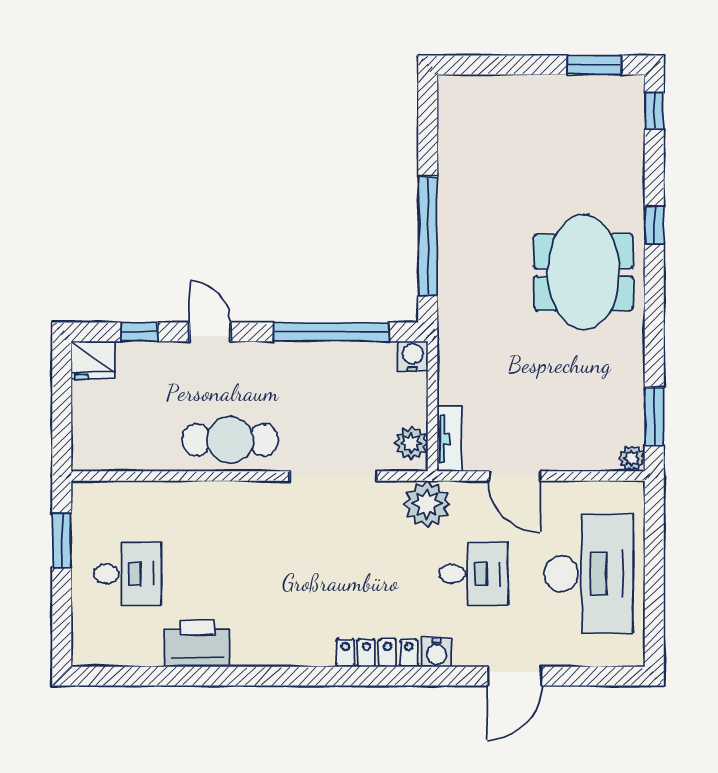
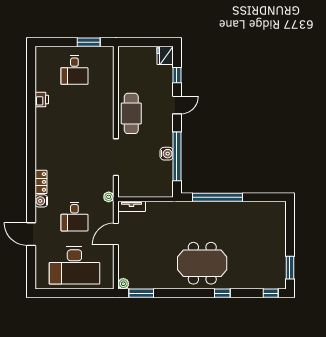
water cooler: (413, 356) -> (167, 154), moved
plant: (411, 443) -> (130, 190), removed
plant: (427, 504) -> (109, 197), width x0.53, depth x0.53
printer: (197, 643) -> (42, 100), width x0.53, depth x0.68
locker: (377, 653) -> (41, 182), width x0.66

